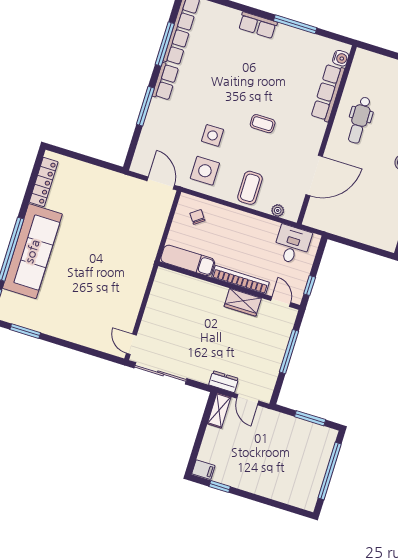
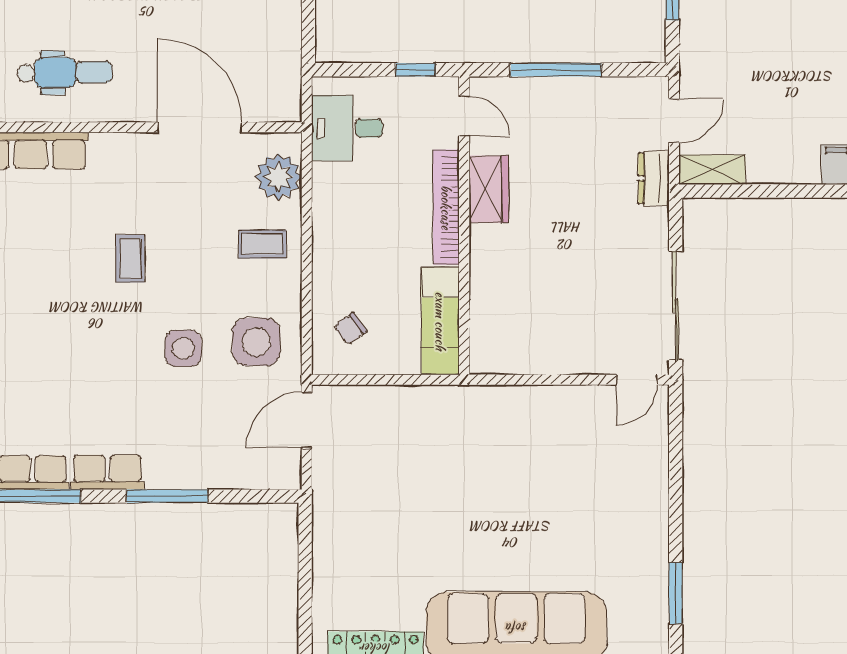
coffee table: (250, 188) -> (262, 244), width x0.73, depth x0.77
plant: (278, 210) -> (279, 177), width x1.88, depth x1.88
door: (281, 302) -> (464, 116), swing flipped

